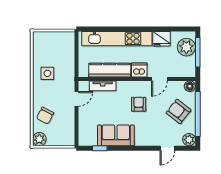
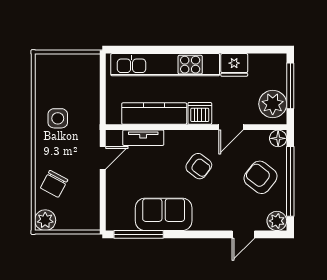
plant: (186, 47) -> (273, 104), moved
armchair: (139, 104) -> (199, 166), turned 127
window: (100, 148) -> (139, 234), width x2.17

